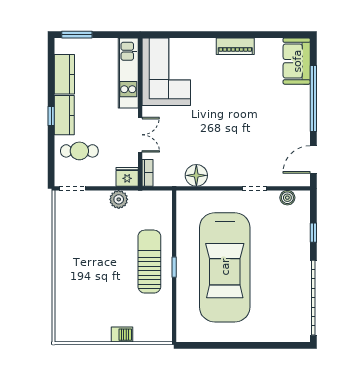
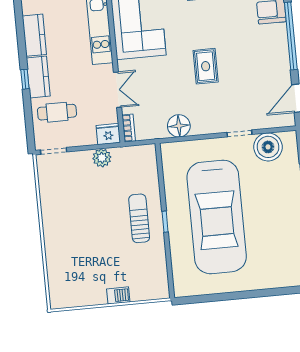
rug: (228, 120) -> (206, 66), added
boiler: (287, 198) -> (268, 147), width x1.86, depth x1.86
sun lounger: (149, 262) -> (139, 218), width x0.73, depth x0.75

